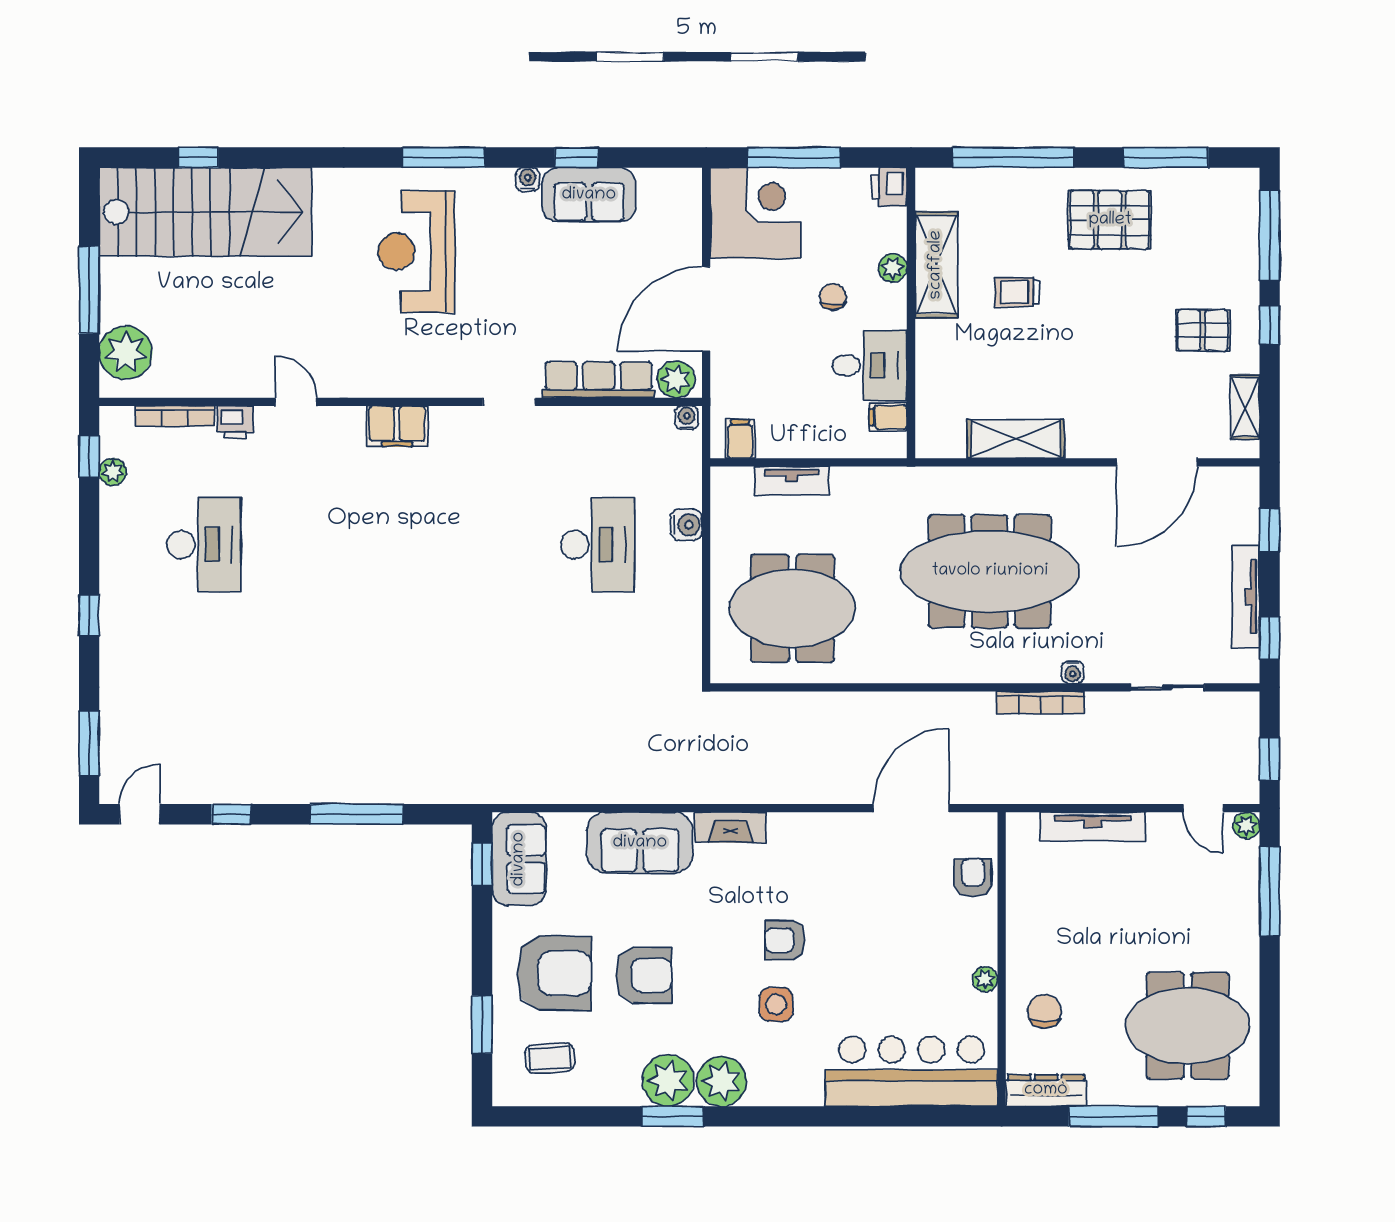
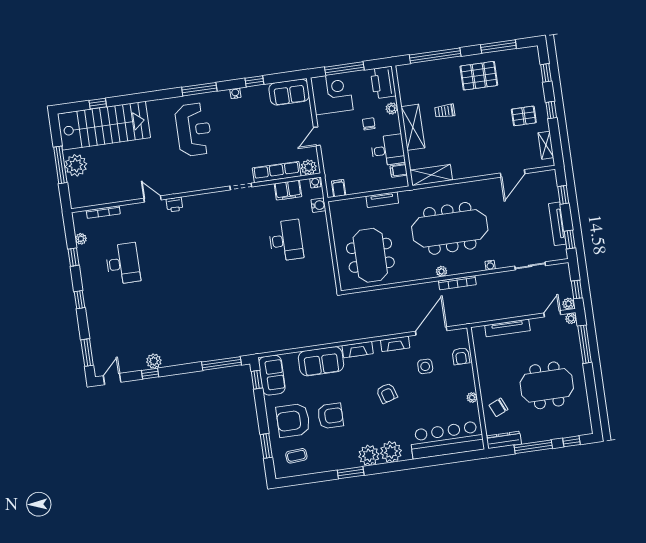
printer: (889, 187) -> (383, 83), width x1.87, depth x1.48
sofa: (589, 195) -> (289, 92), moved
window: (1270, 236) -> (546, 73), width x0.46
reception desk: (416, 251) -> (194, 130), turned 180
shelving: (936, 265) -> (413, 127), moved
door: (706, 309) -> (317, 136), width x0.53
plant: (126, 353) -> (76, 165), moved
printer: (235, 422) -> (174, 205), moved
filing cabinet: (397, 426) -> (288, 190), moved
shelving: (1016, 439) -> (431, 175), moved
window: (89, 457) -> (73, 257), moved
door: (1157, 462) -> (513, 173), width x0.73
tv unit: (792, 481) -> (382, 200), moved
water cooler: (686, 525) -> (318, 205), moved
meeting table: (792, 608) -> (370, 255), turned 90
plant: (955, 670) -> (441, 271), added
bookcase: (1041, 703) -> (457, 283), moved
plant: (244, 786) -> (154, 361), added
plant: (1245, 790) -> (569, 304), added
door: (1203, 808) -> (552, 314), swing flipped
window: (356, 814) -> (222, 363), moved
fireplace: (821, 827) -> (395, 344), added
armchair: (973, 878) -> (461, 356), turned 180
armchair: (785, 940) -> (387, 393), turned -107
armchair: (554, 973) -> (293, 420), turned 180
side table: (776, 1004) -> (425, 366), moved
chair: (1045, 1011) -> (498, 407), turned -114
meeting table: (1188, 1026) -> (547, 385), moved
plant: (668, 1081) -> (391, 452), moved

